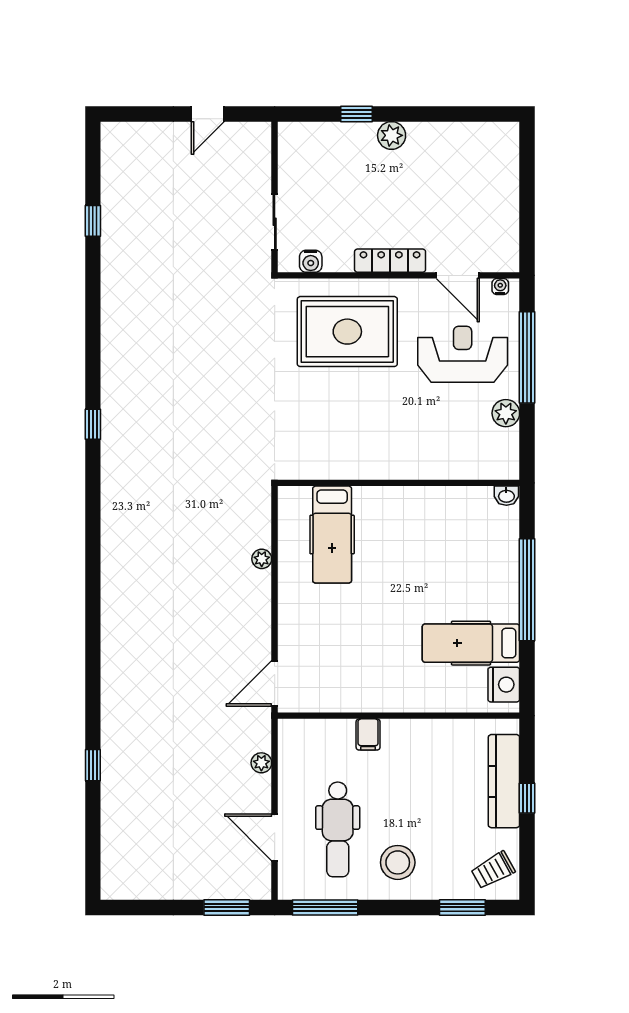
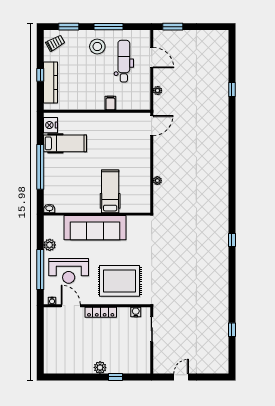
sofa: (403, 452) -> (95, 228), added
hospital bed: (332, 535) -> (110, 191), moved
window: (325, 907) -> (108, 27), moved

